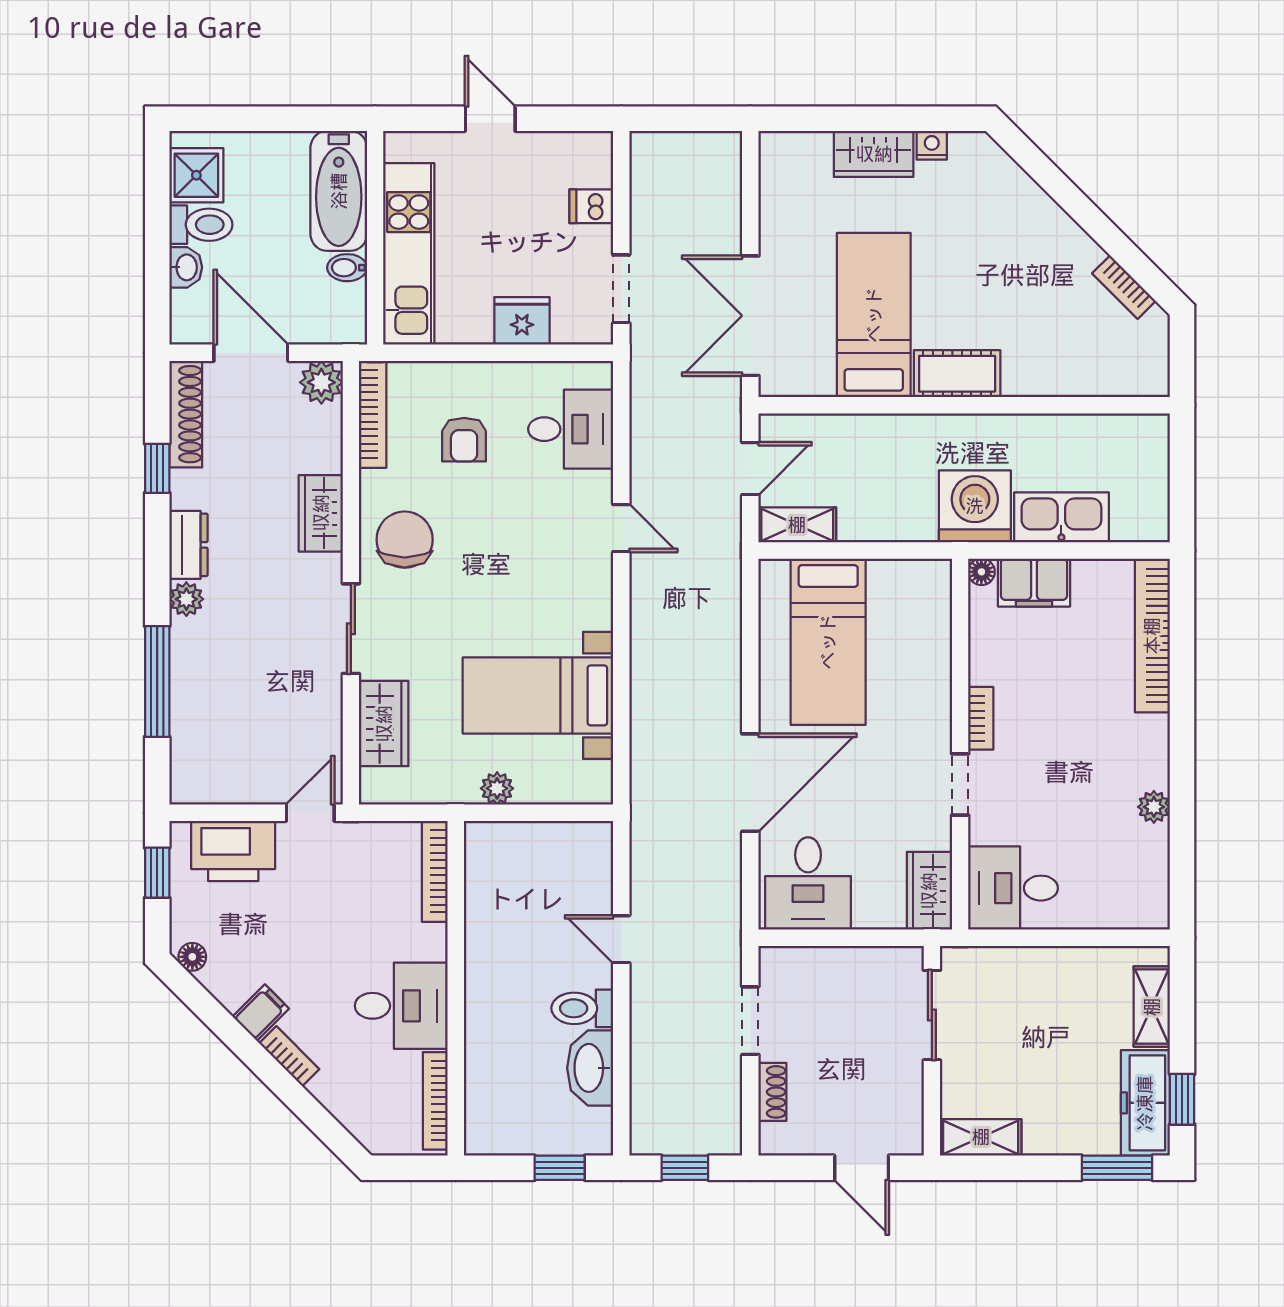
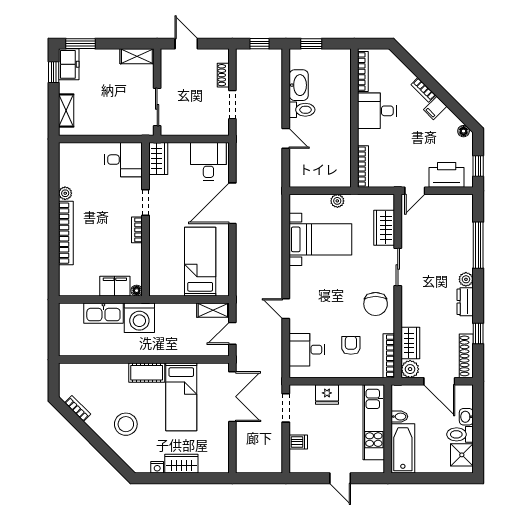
stool: (1007, 249) -> (126, 424), added
wardrobe: (321, 513) -> (410, 343), moved
bookcase: (1152, 636) -> (66, 233), moved
freezer: (1145, 1103) -> (69, 64), width x0.71

